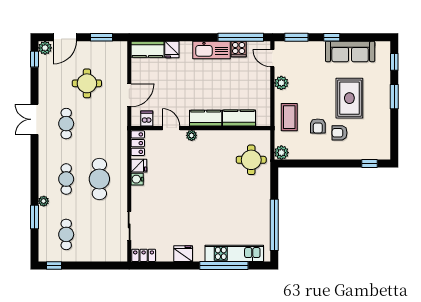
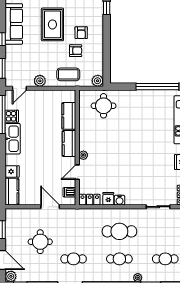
rug: (349, 98) -> (52, 24), turned 90

